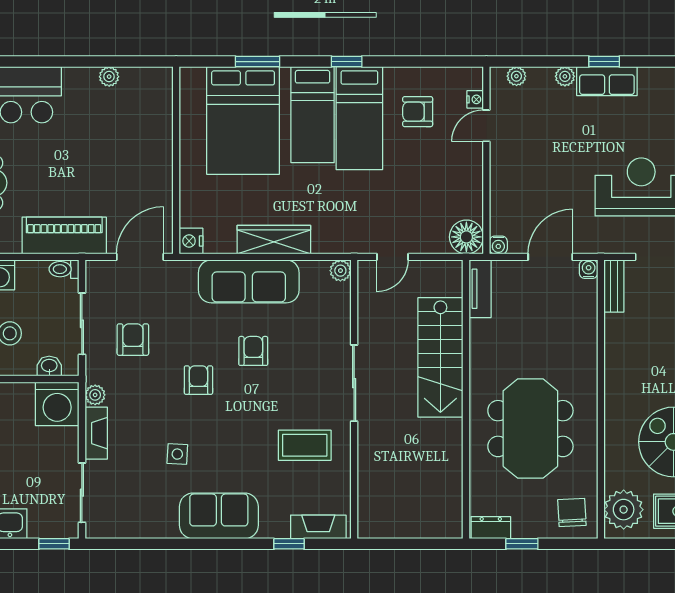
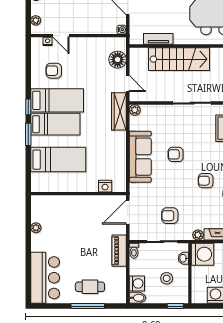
window: (258, 62) -> (28, 134), moved
armchair: (418, 112) -> (54, 71), turned 90
bed: (243, 120) -> (58, 160), width x0.67
piano: (64, 236) -> (119, 251), width x0.73, depth x0.75
floor lamp: (466, 237) -> (118, 60), moved
wardrobe: (274, 240) -> (119, 111), moved
nightstand: (191, 241) -> (105, 186), moved
door: (140, 257) -> (128, 212), hinge flipped
tv unit: (480, 289) -> (158, 39), moved
armchair: (198, 380) -> (206, 181), moved

